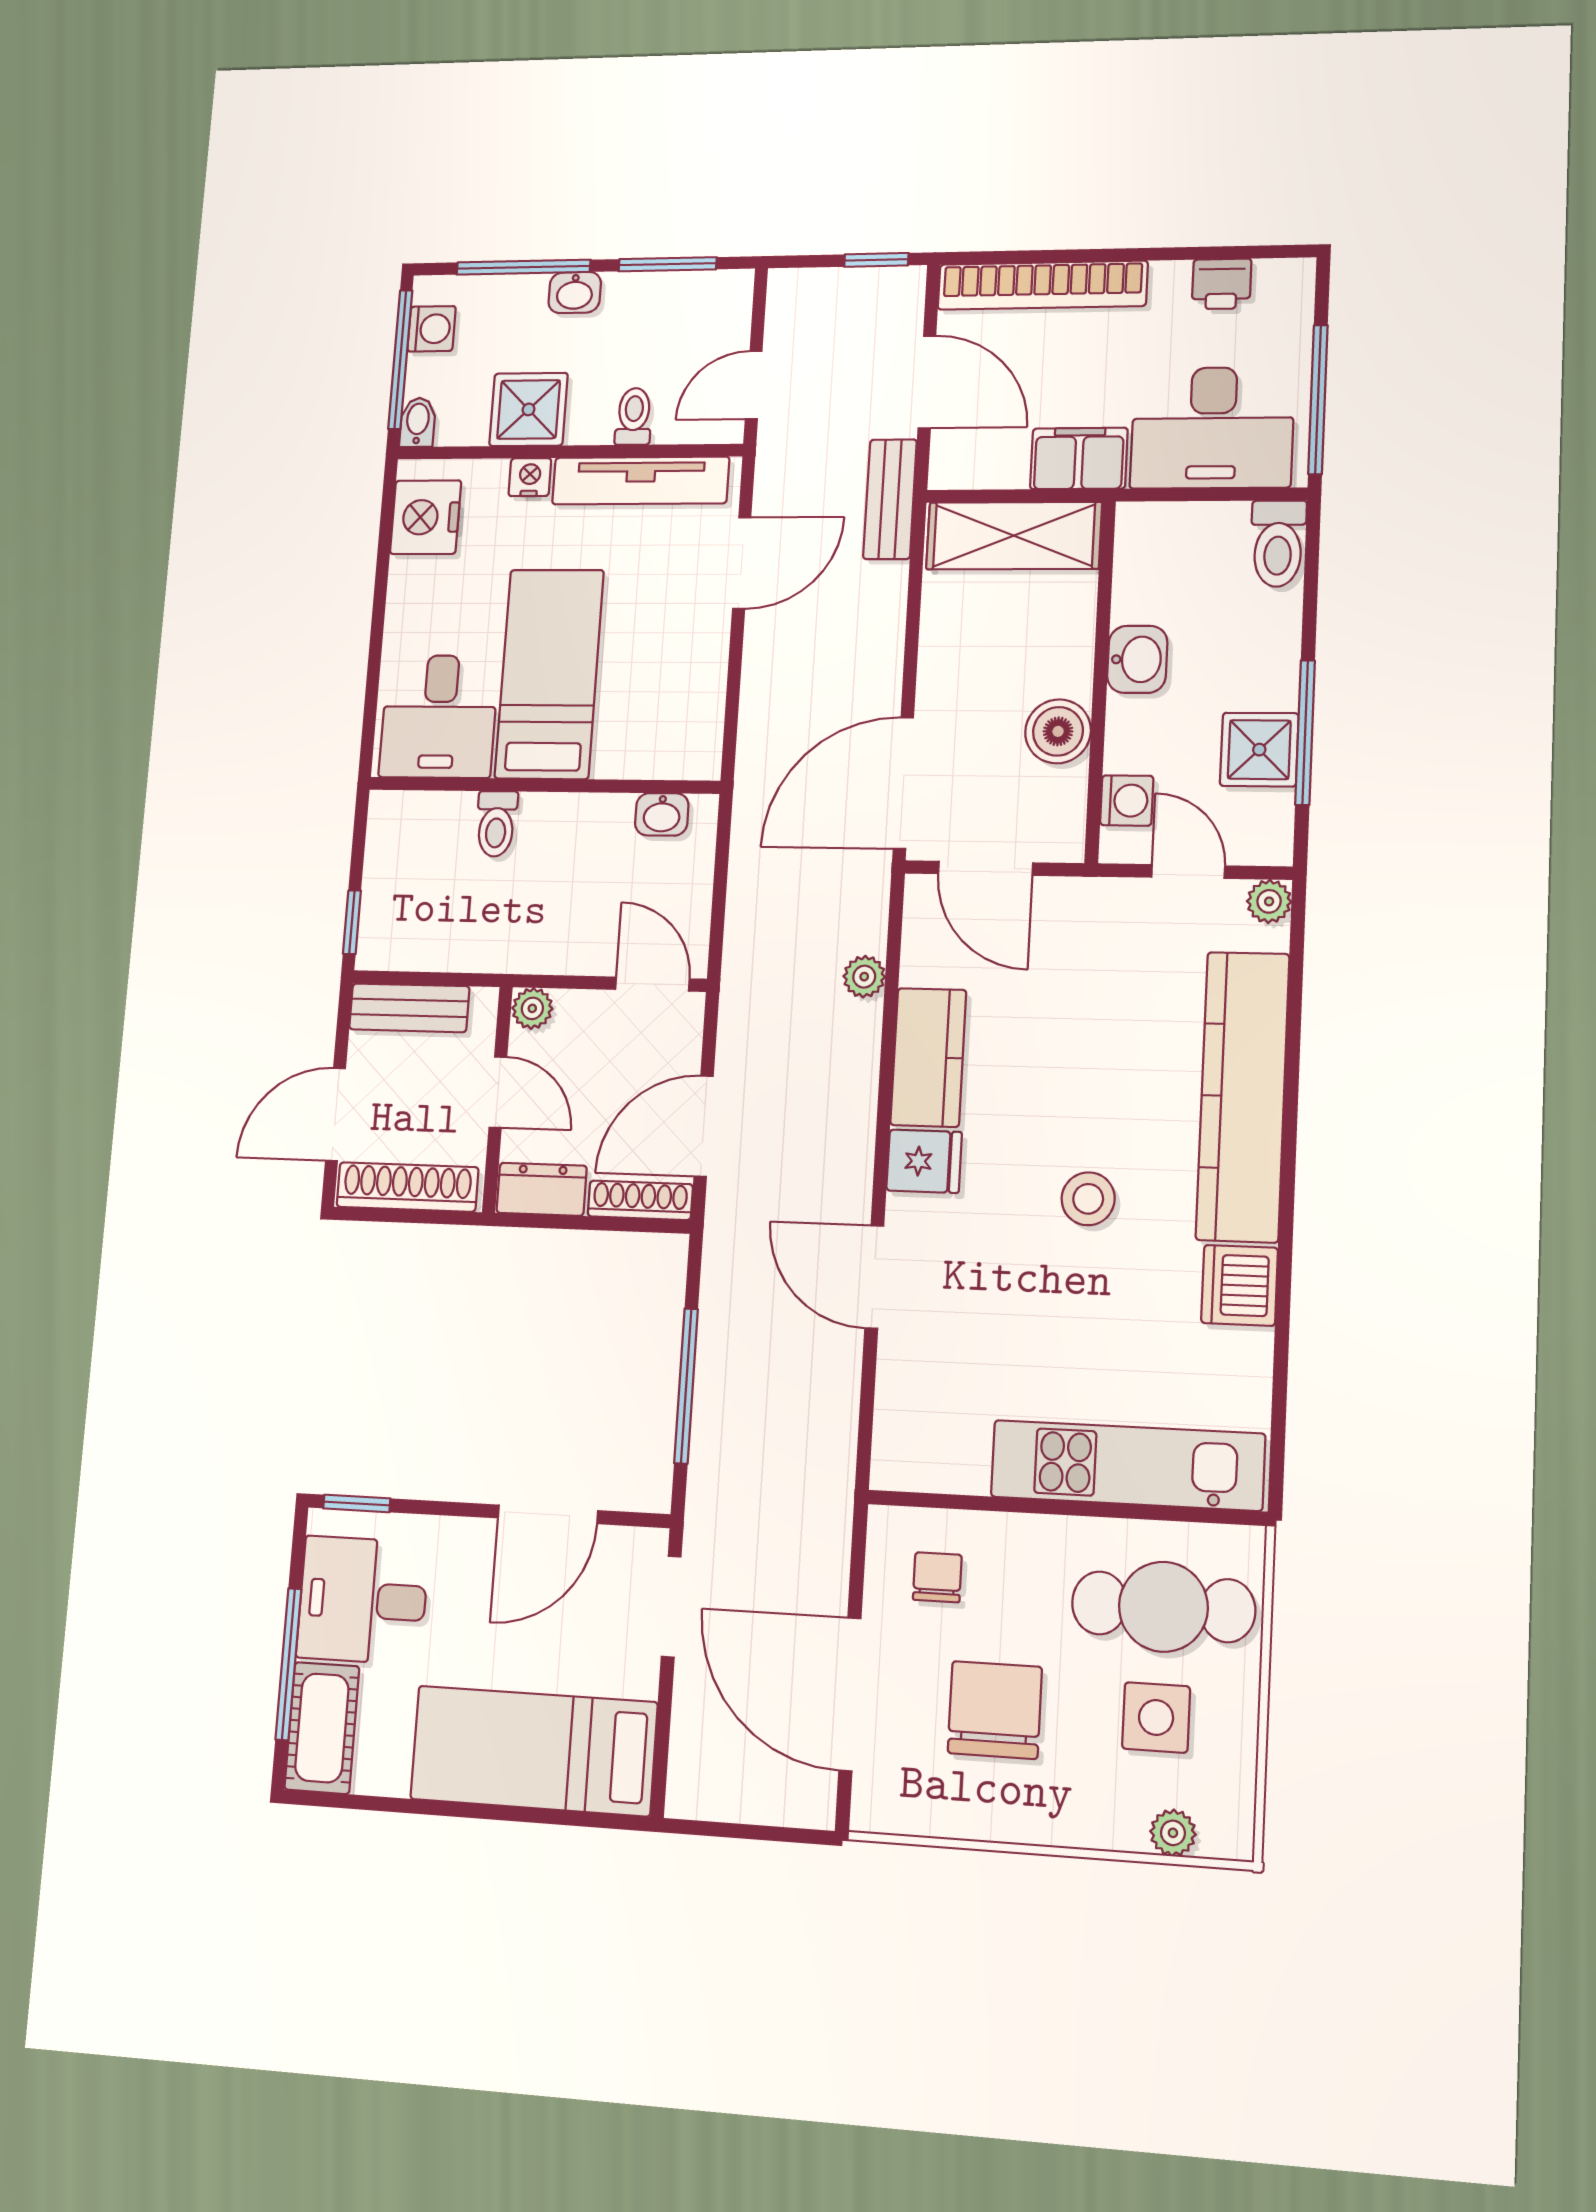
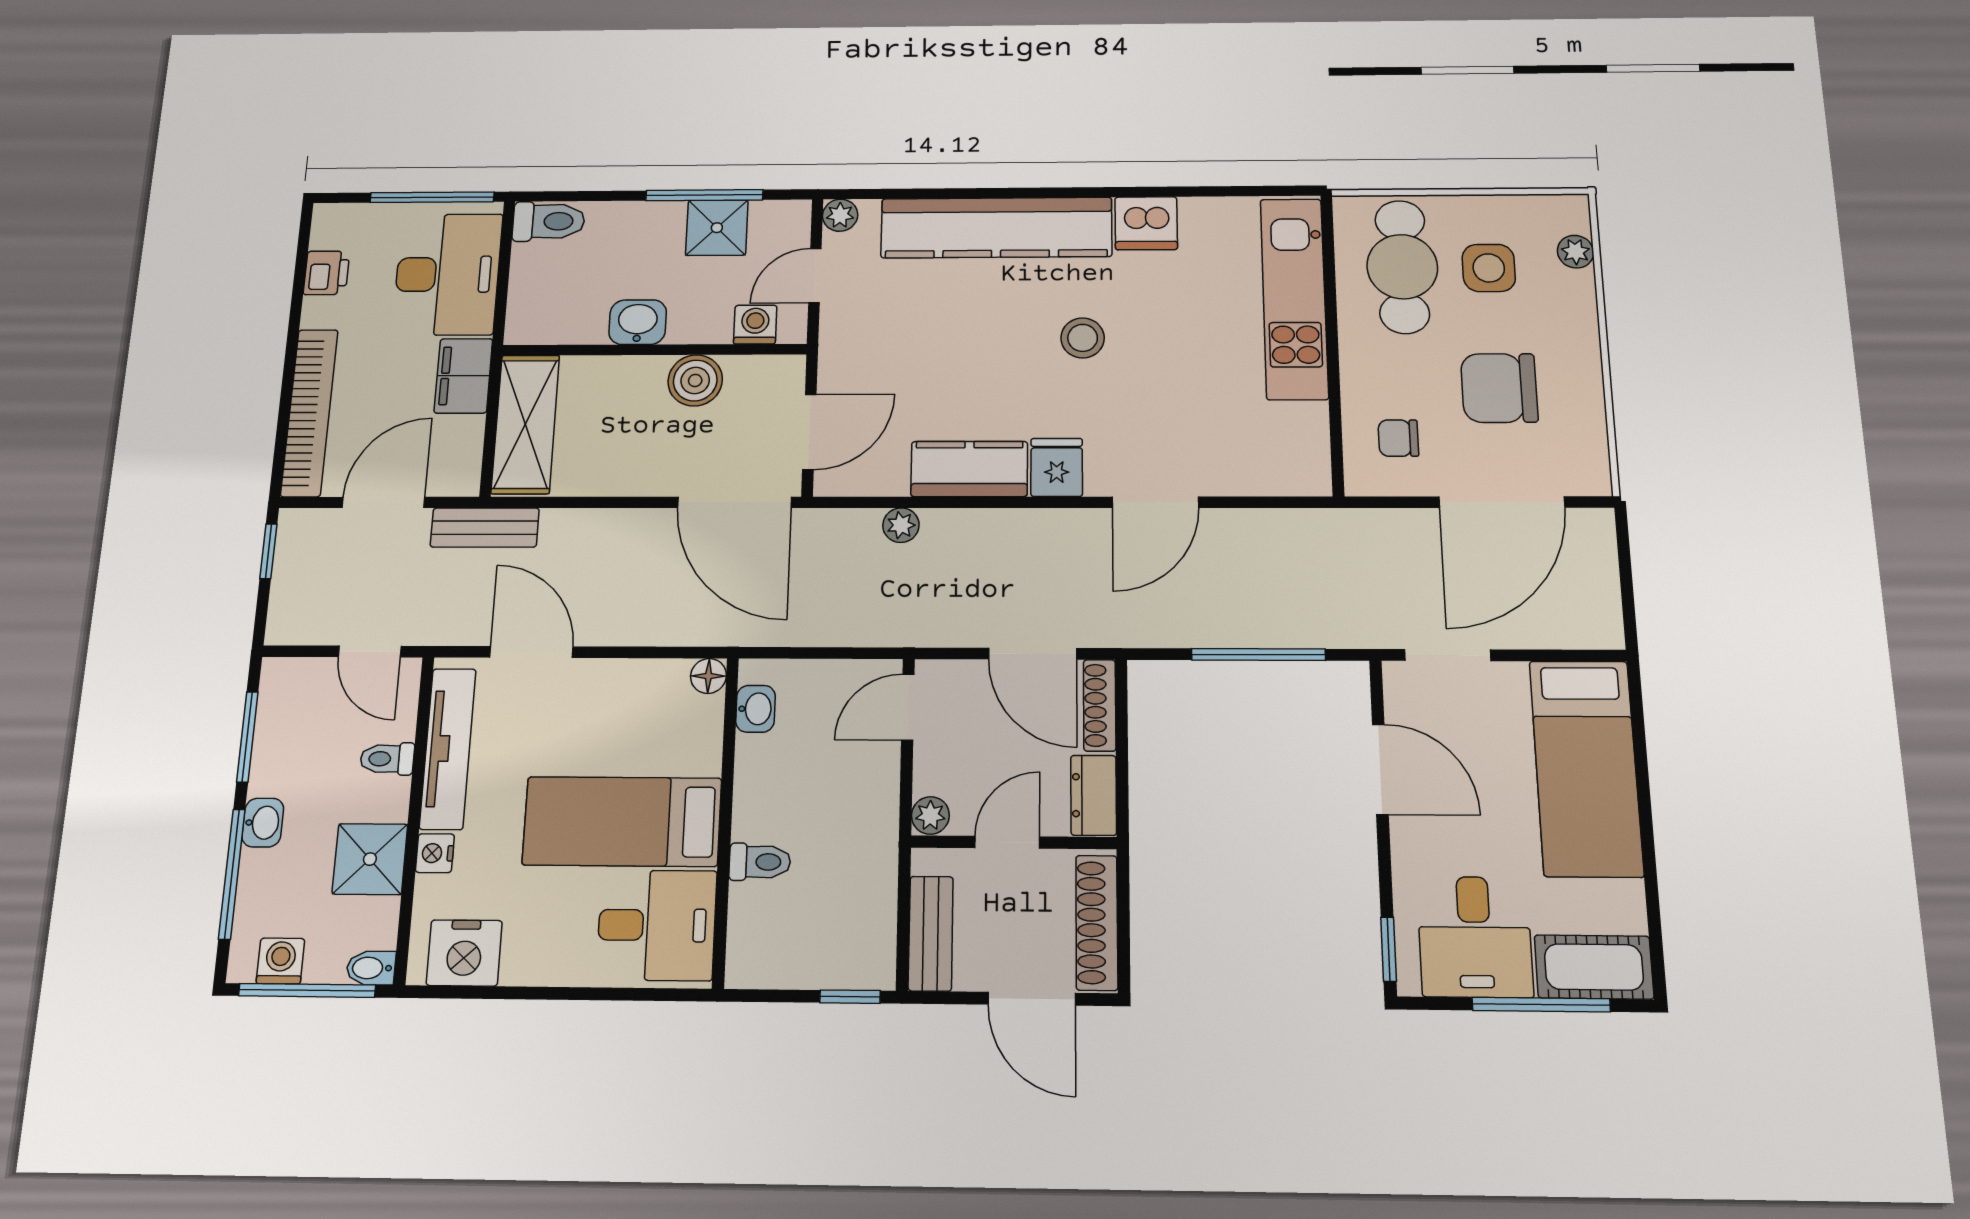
floor lamp: (702, 761) -> (708, 676), added

